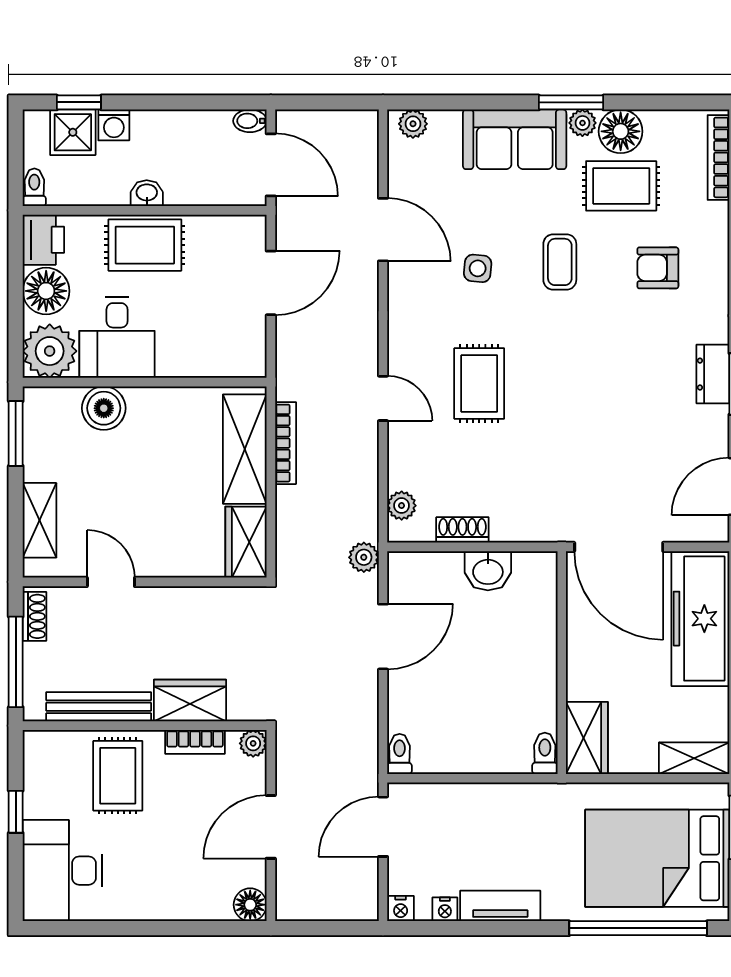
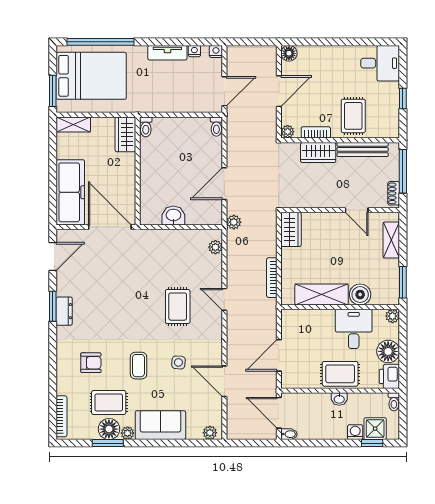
window: (571, 102) -> (108, 443), moved
plant: (50, 351) -> (393, 316), width x0.53, depth x0.53
shelving: (245, 449) -> (322, 294), moved, turned 90
shoe rack: (462, 530) -> (186, 235), removed
desk: (62, 871) -> (380, 63), width x0.73

